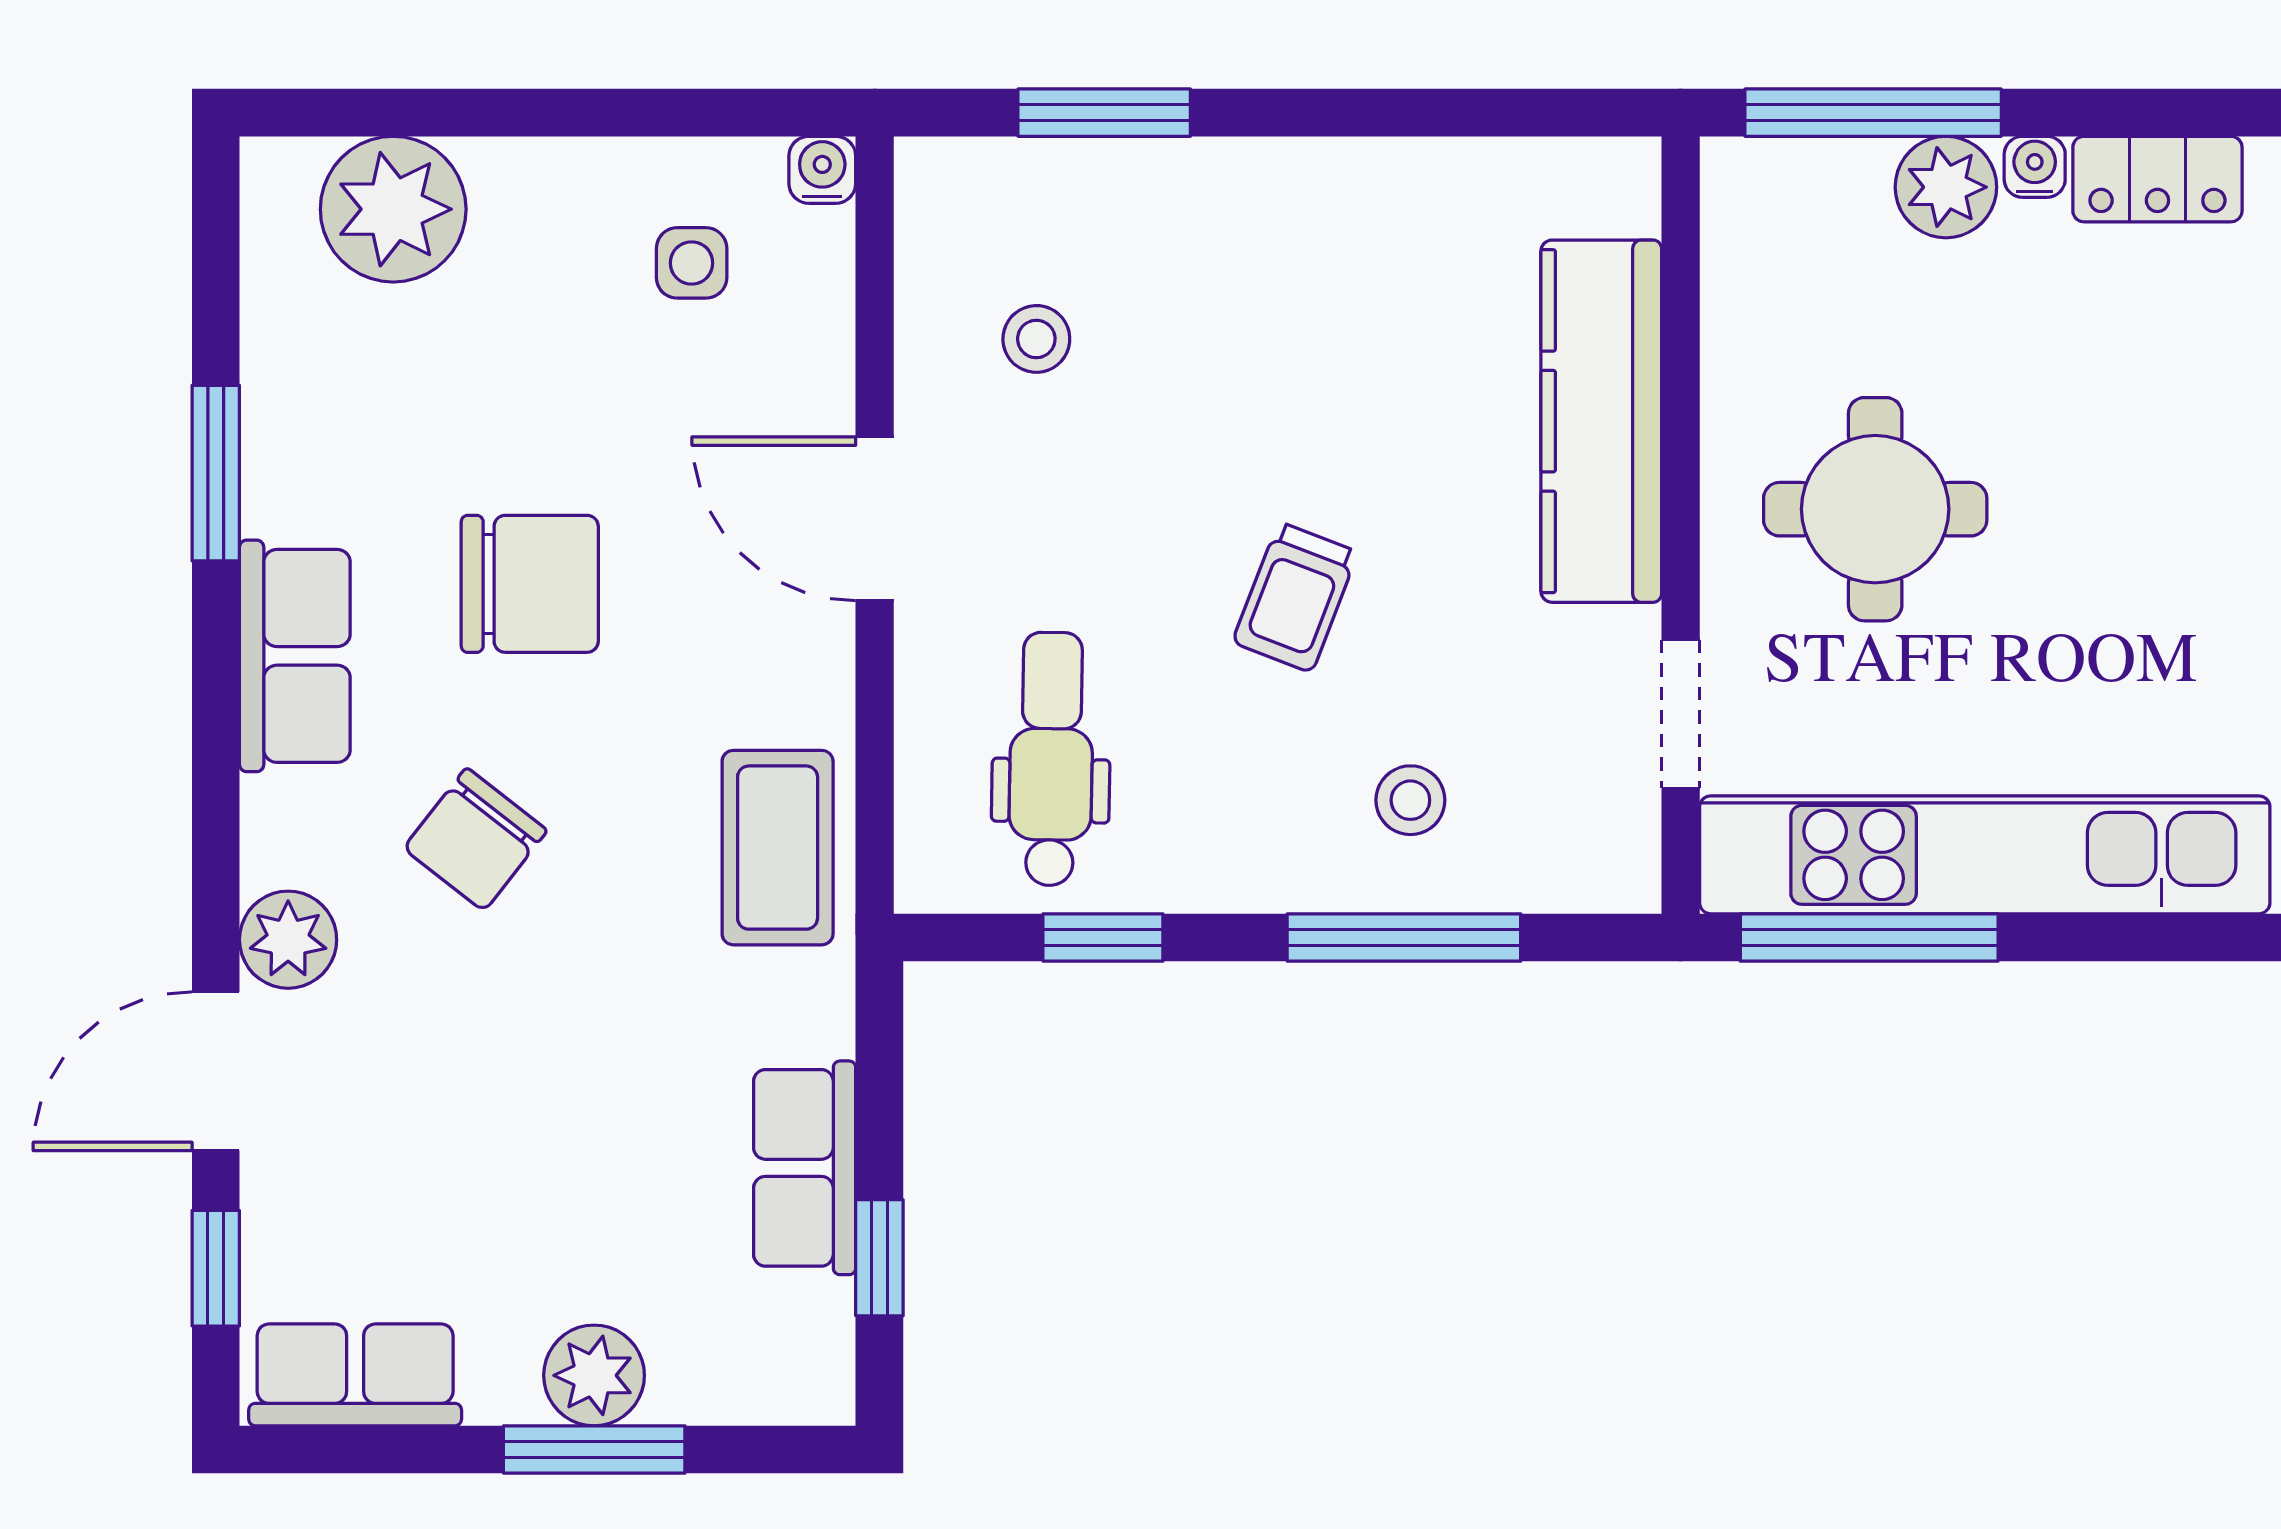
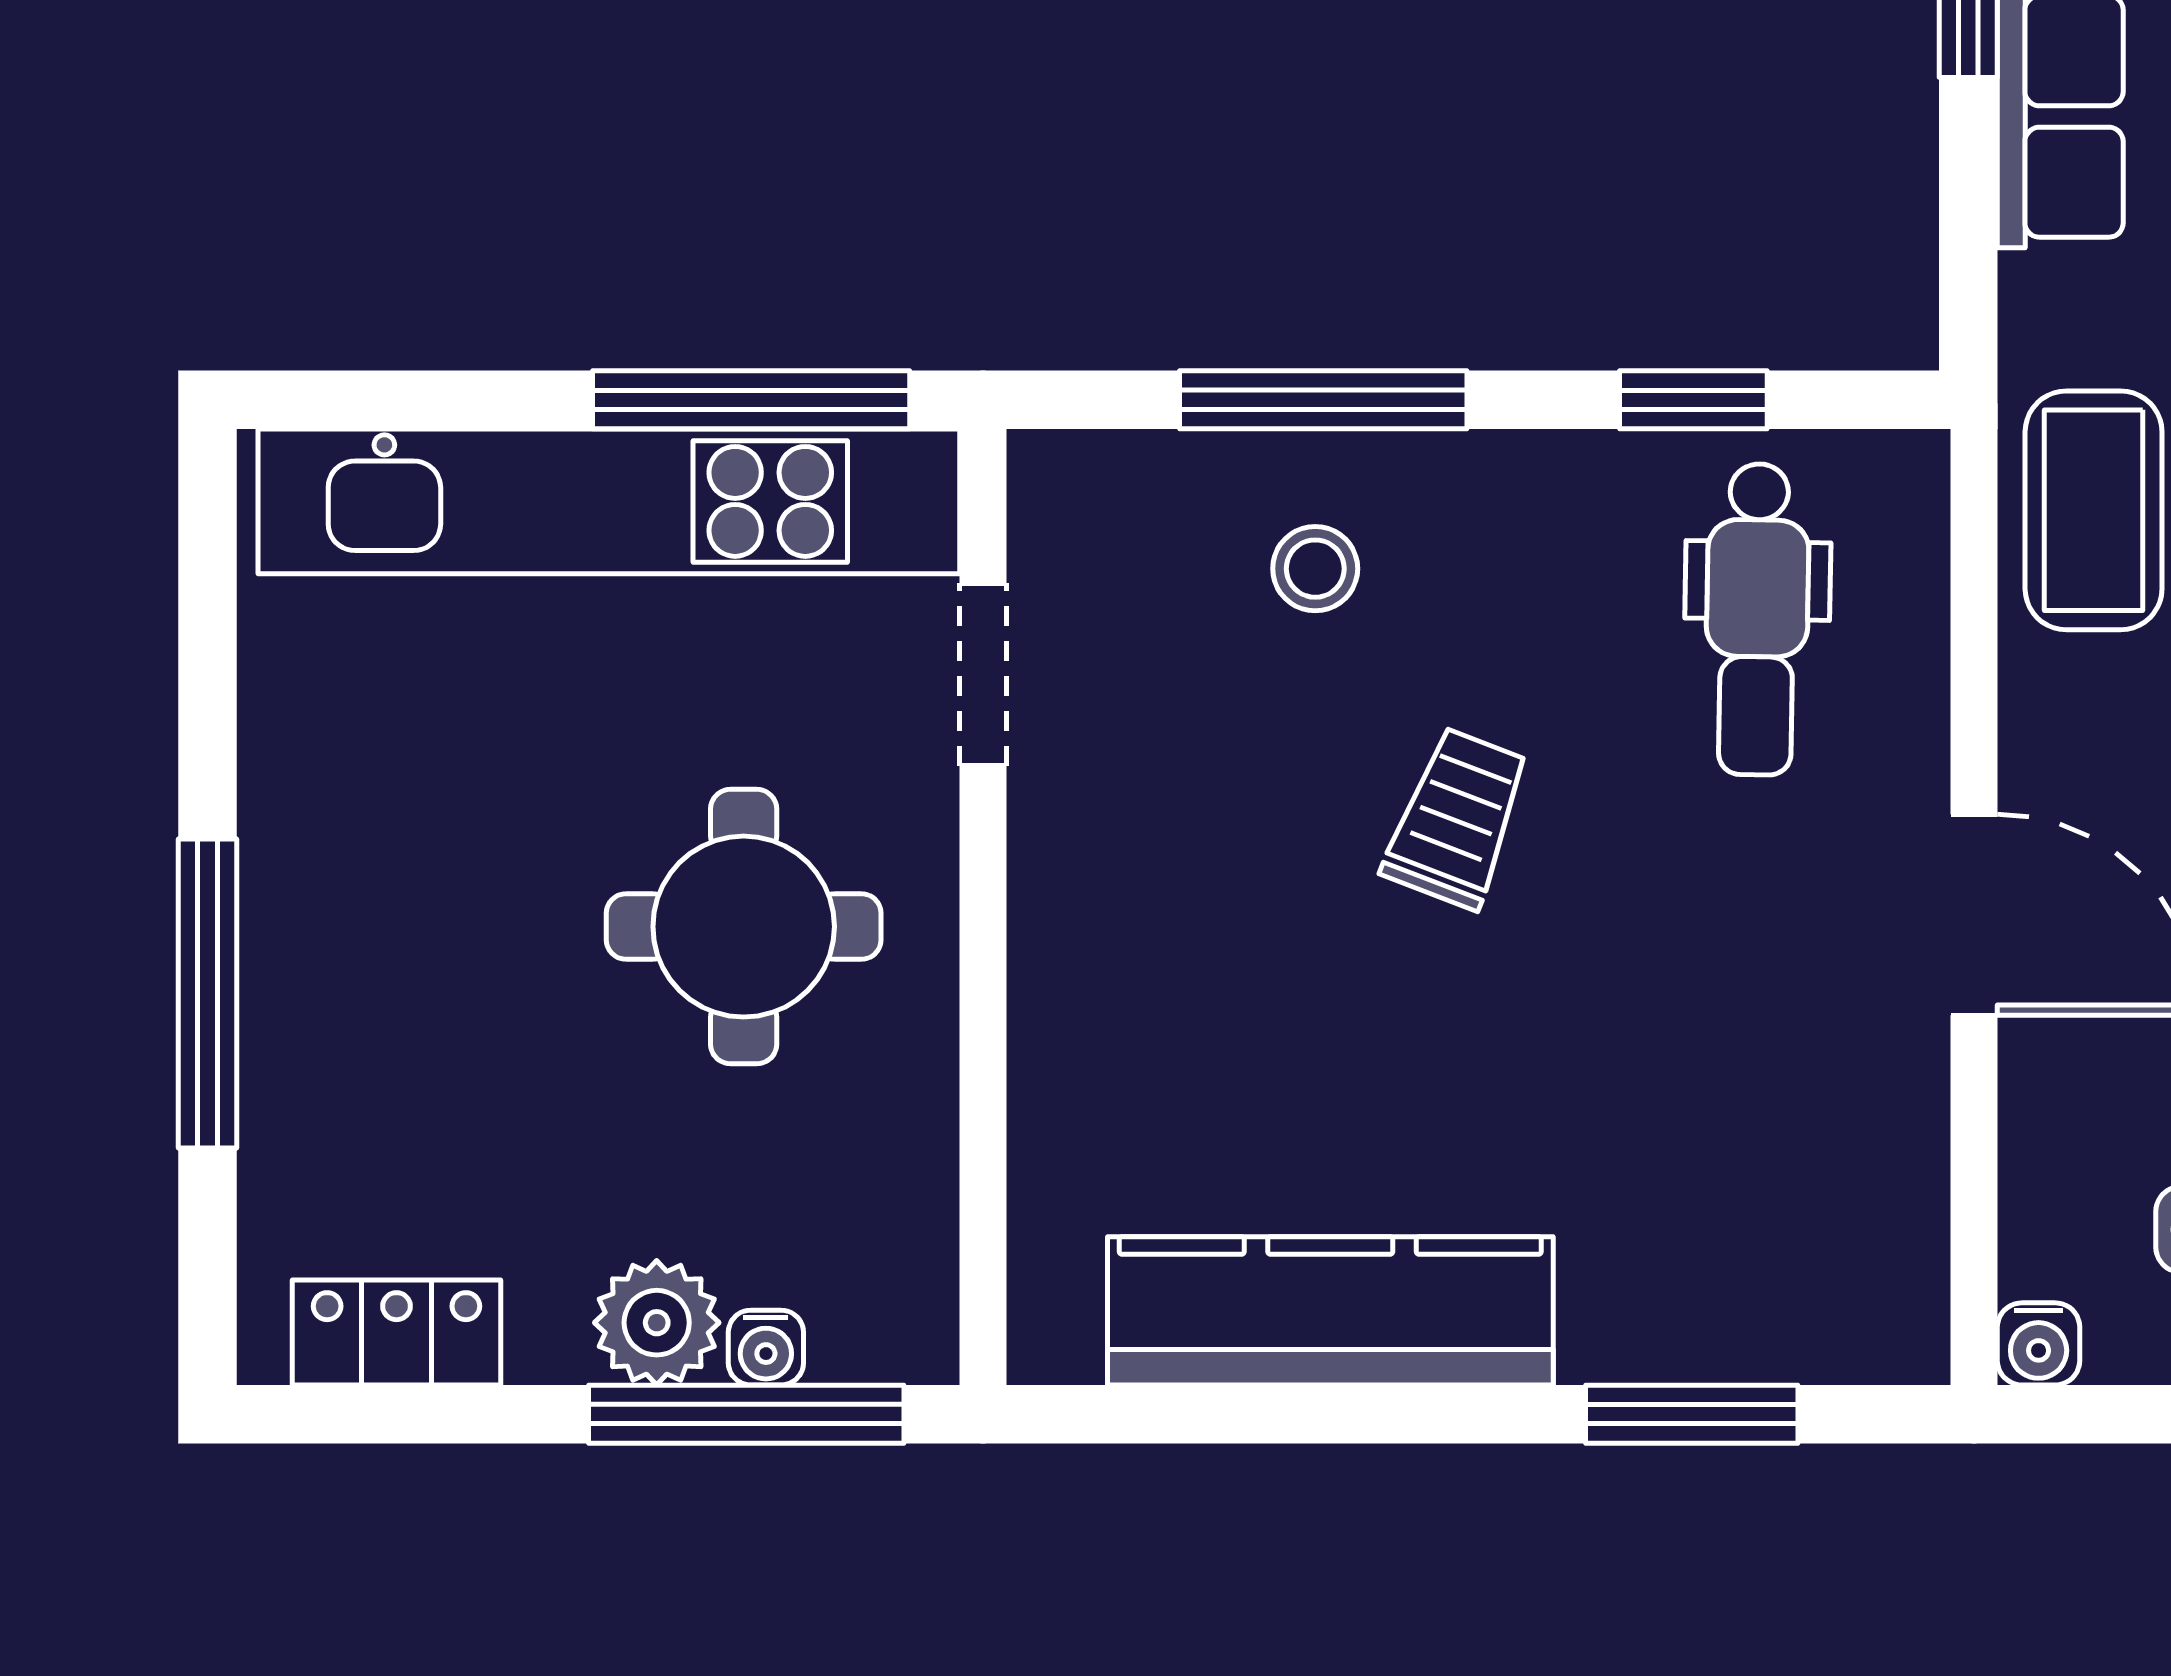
water cooler: (2035, 167) -> (766, 1348), moved
stool: (1036, 339) -> (1775, 1136), removed
kitchen counter: (1601, 421) -> (1330, 1311), moved, turned -90

